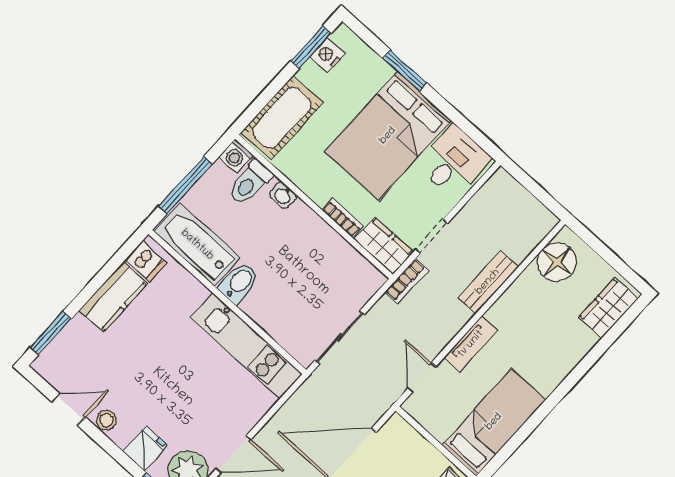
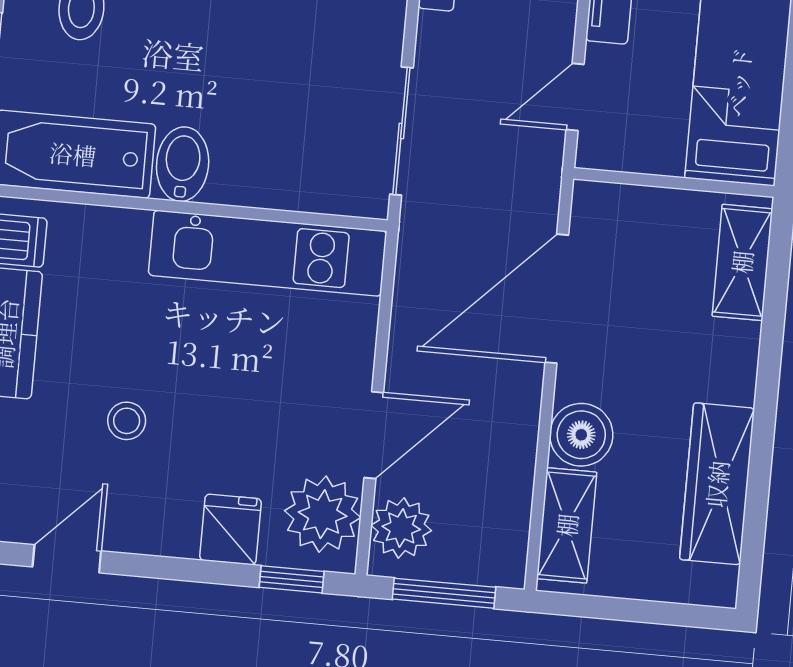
door: (422, 377) -> (575, 97), hinge flipped
stool: (106, 420) -> (127, 421), moved

